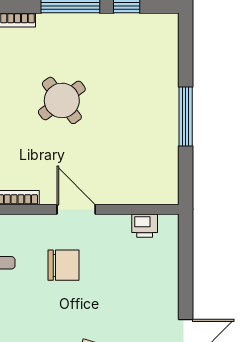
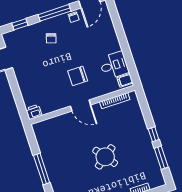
printer: (145, 226) -> (34, 112), moved

